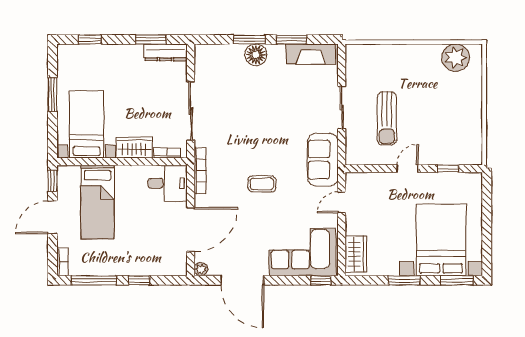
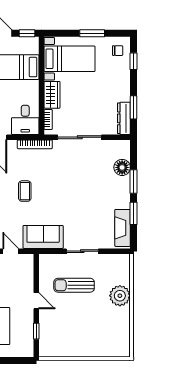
floor lamp: (256, 55) -> (122, 167), moved
plant: (456, 58) -> (120, 296), moved
chair: (76, 61) -> (118, 51), added

